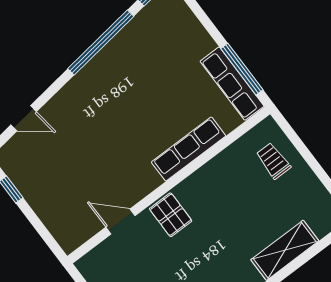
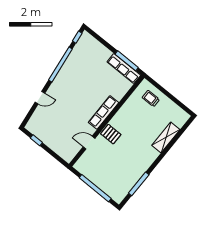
door: (24, 118) -> (40, 98), moved
row of seats: (189, 149) -> (104, 112), moved

